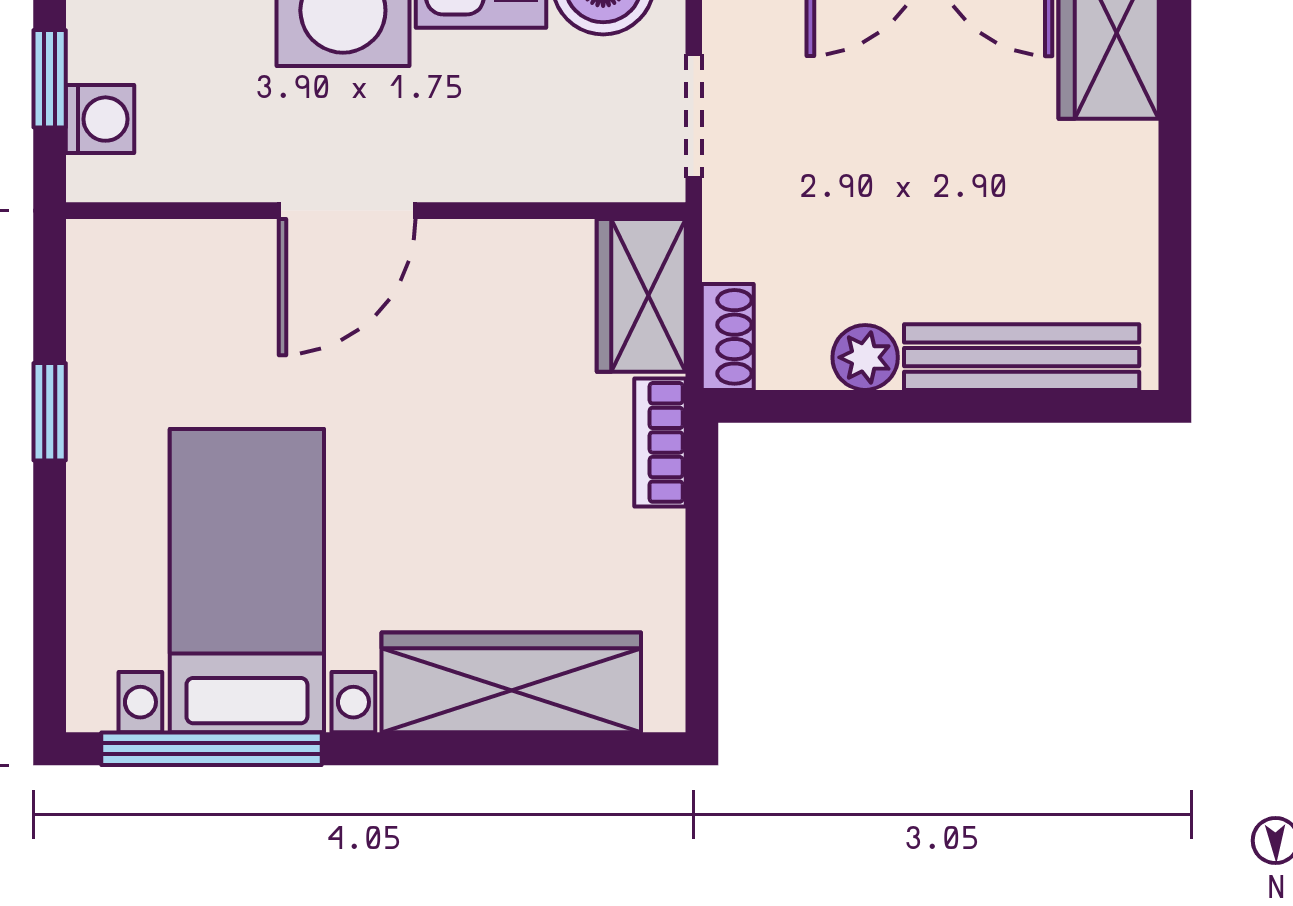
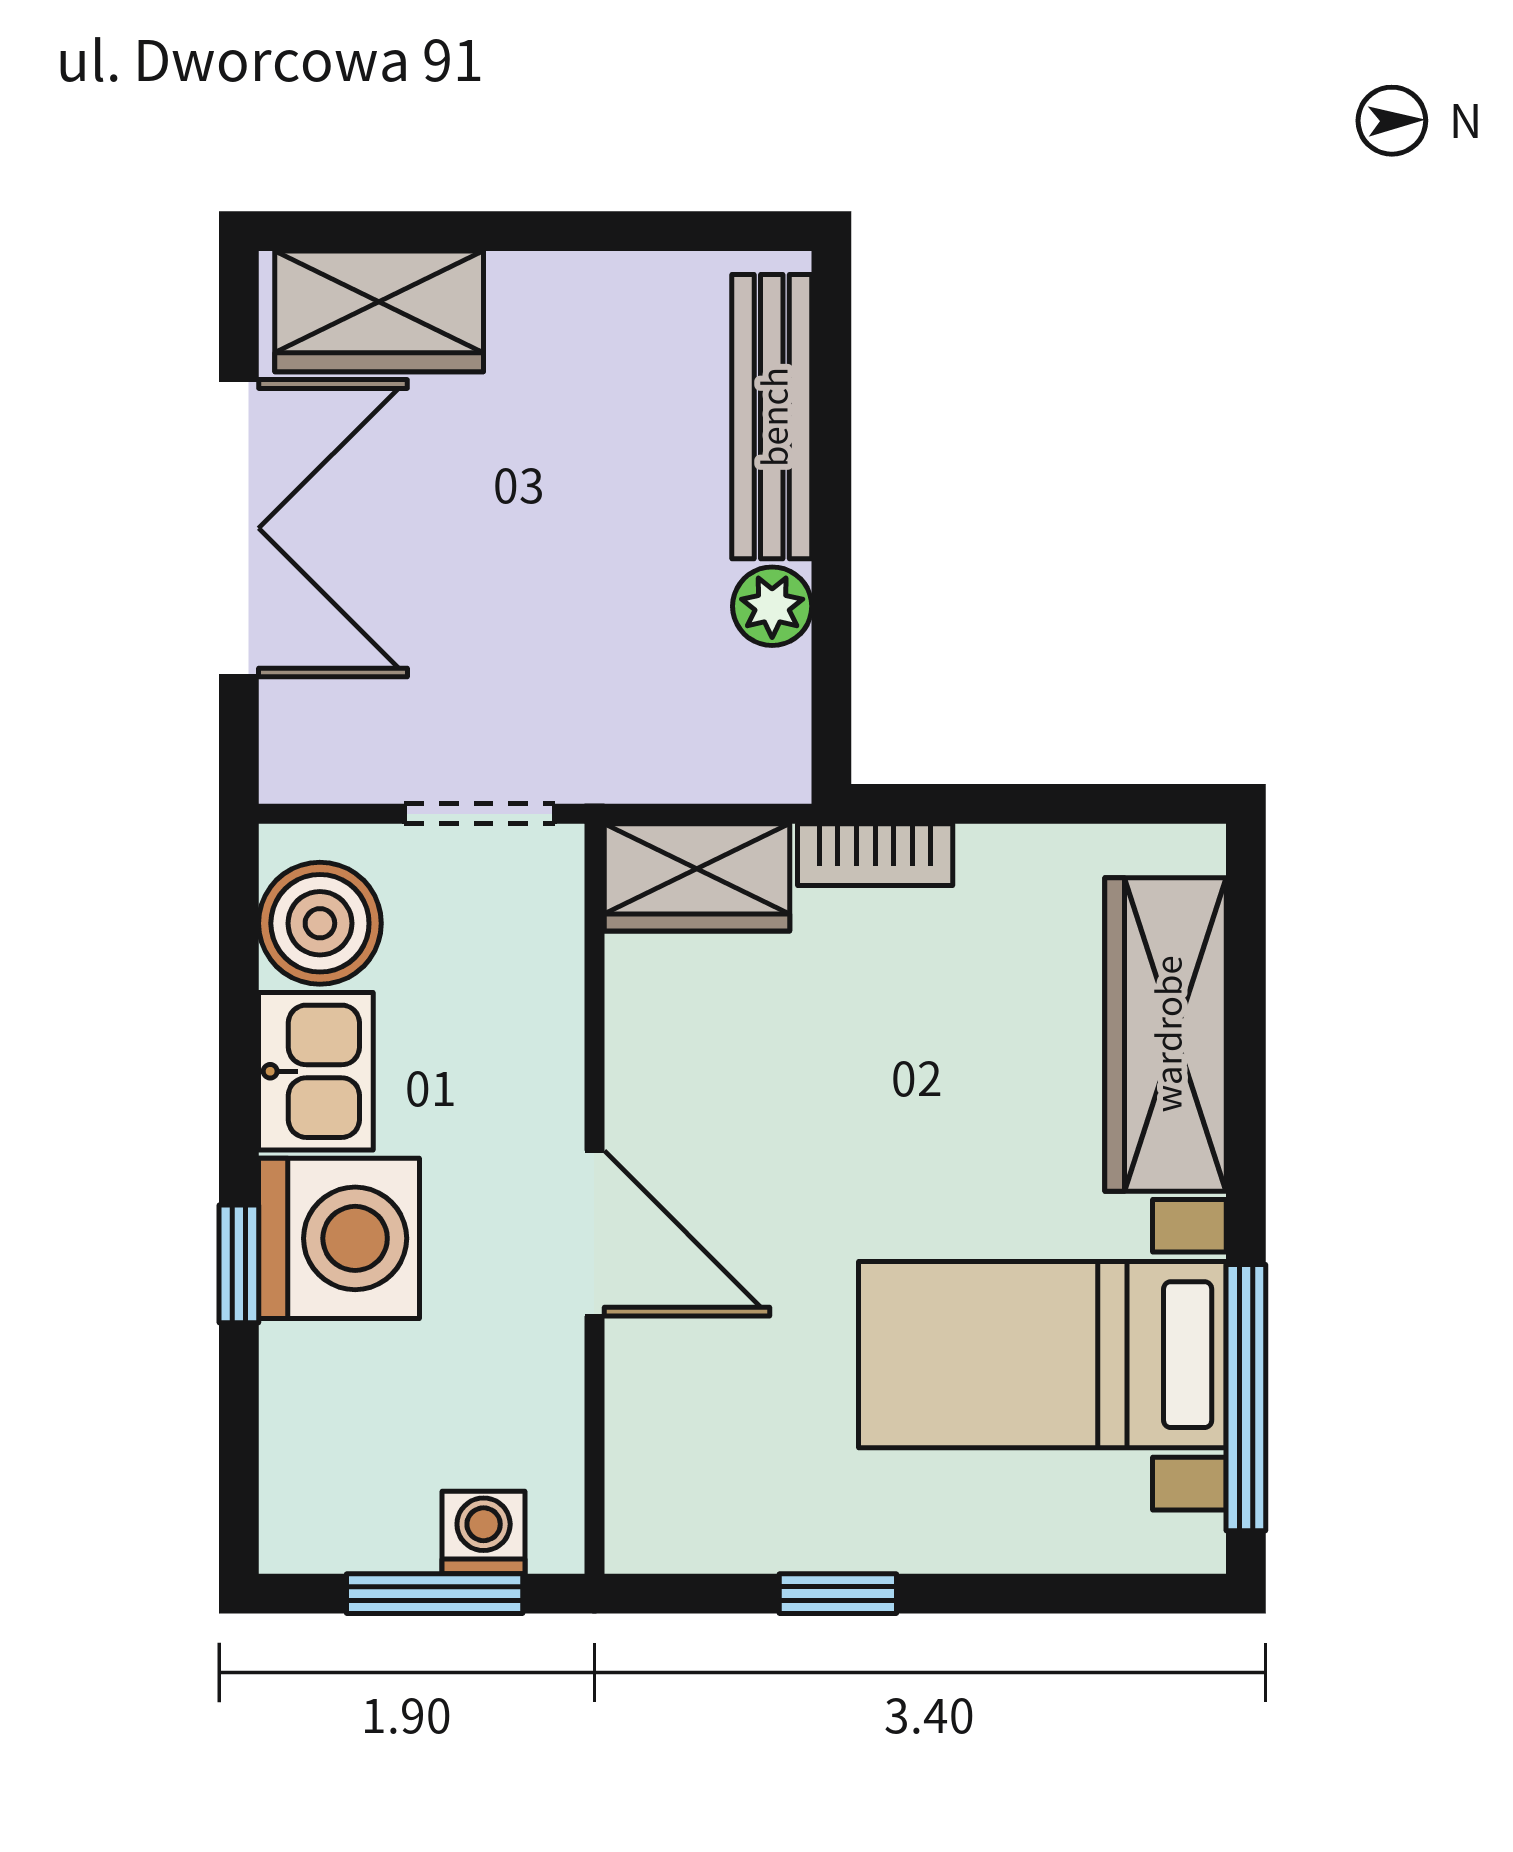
window: (50, 79) -> (435, 1594), width x1.50
shoe rack: (728, 337) -> (747, 773), removed

